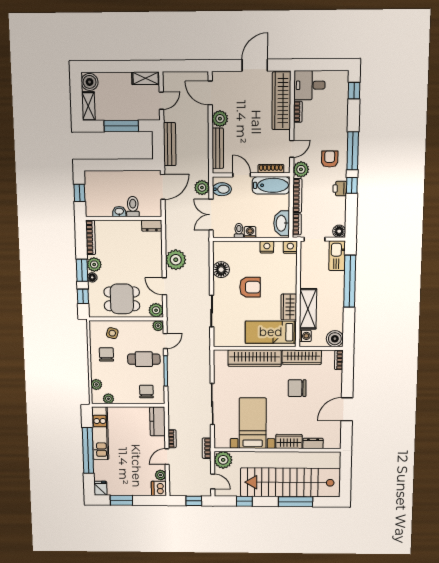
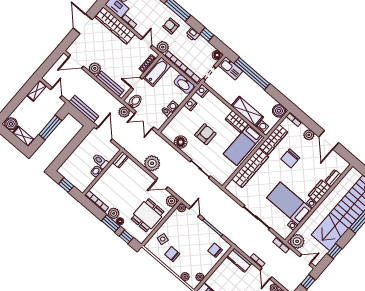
window: (352, 185) -> (207, 34), moved
cafe table: (144, 359) -> (194, 234), removed
plant: (335, 387) -> (309, 135), added

